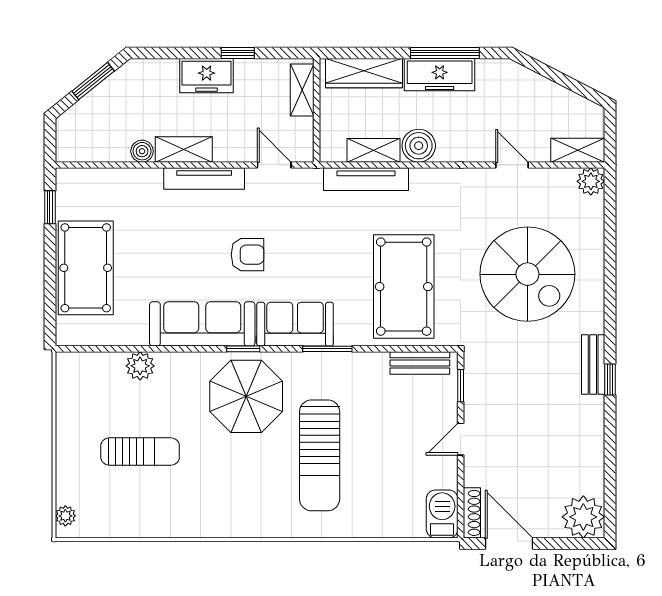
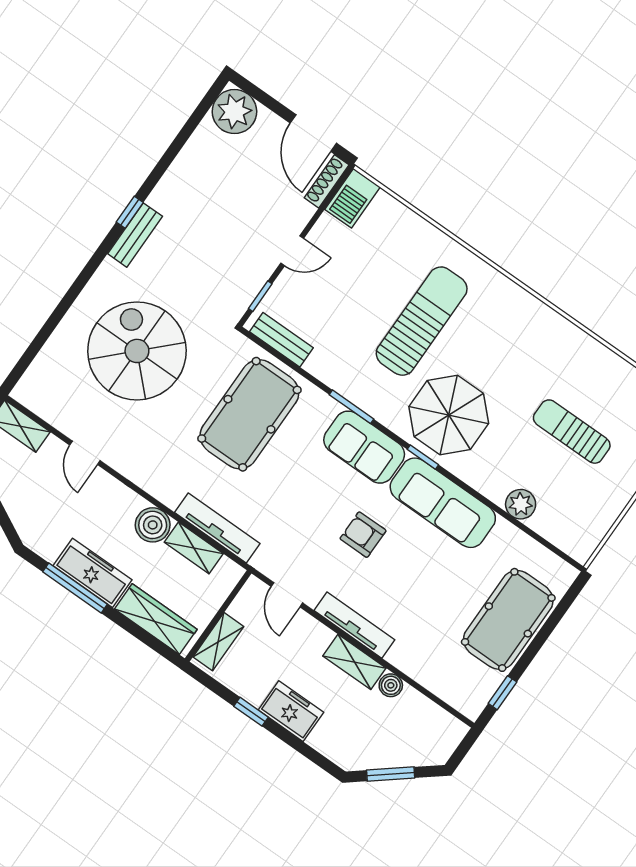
plant: (591, 181) -> (28, 392), removed

